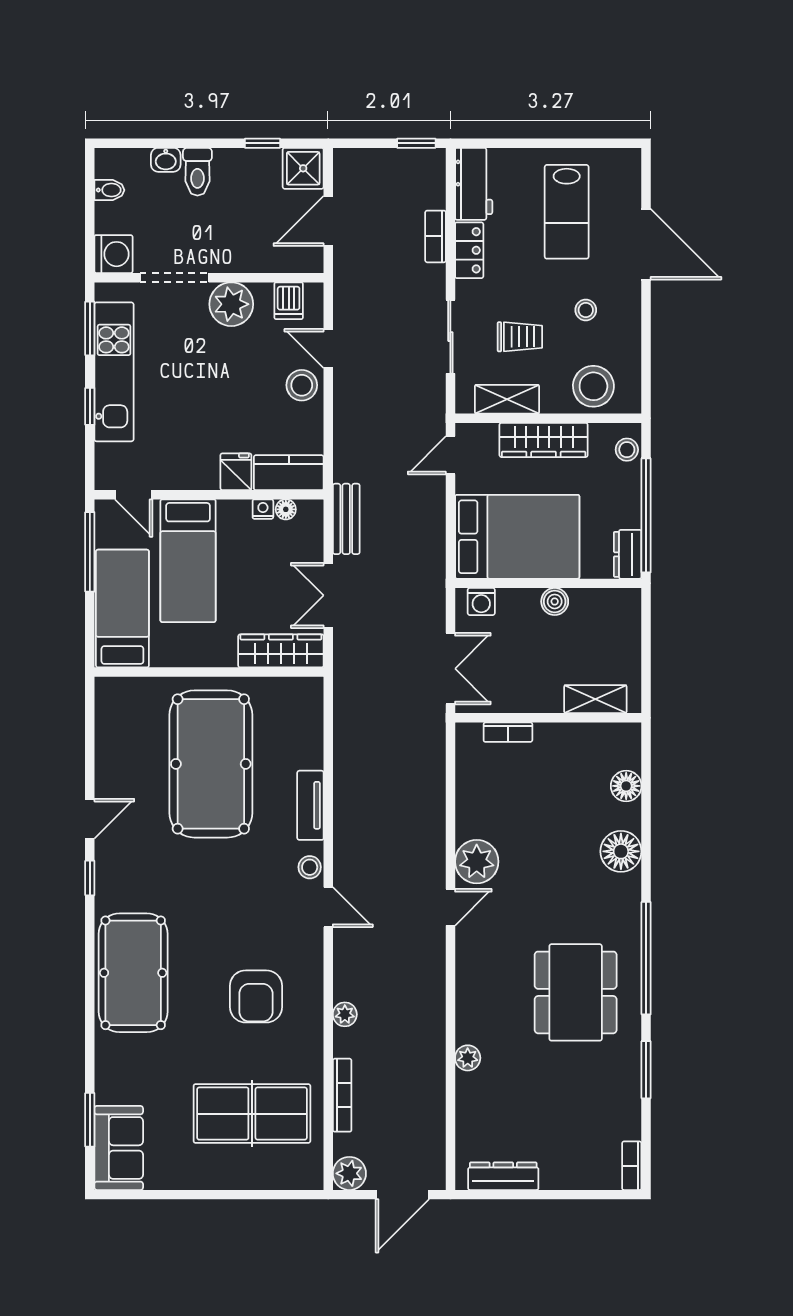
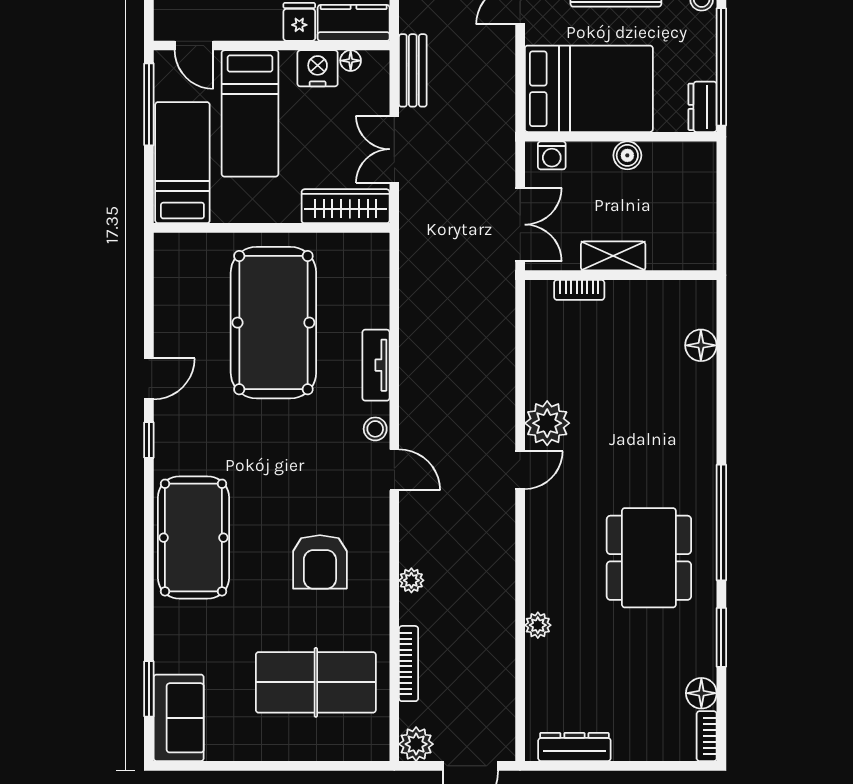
nightstand: (263, 509) -> (318, 68), width x1.89, depth x1.79
shelving: (595, 699) -> (613, 256), moved
floor lamp: (621, 851) -> (701, 693), moved, width x0.73, depth x0.73

